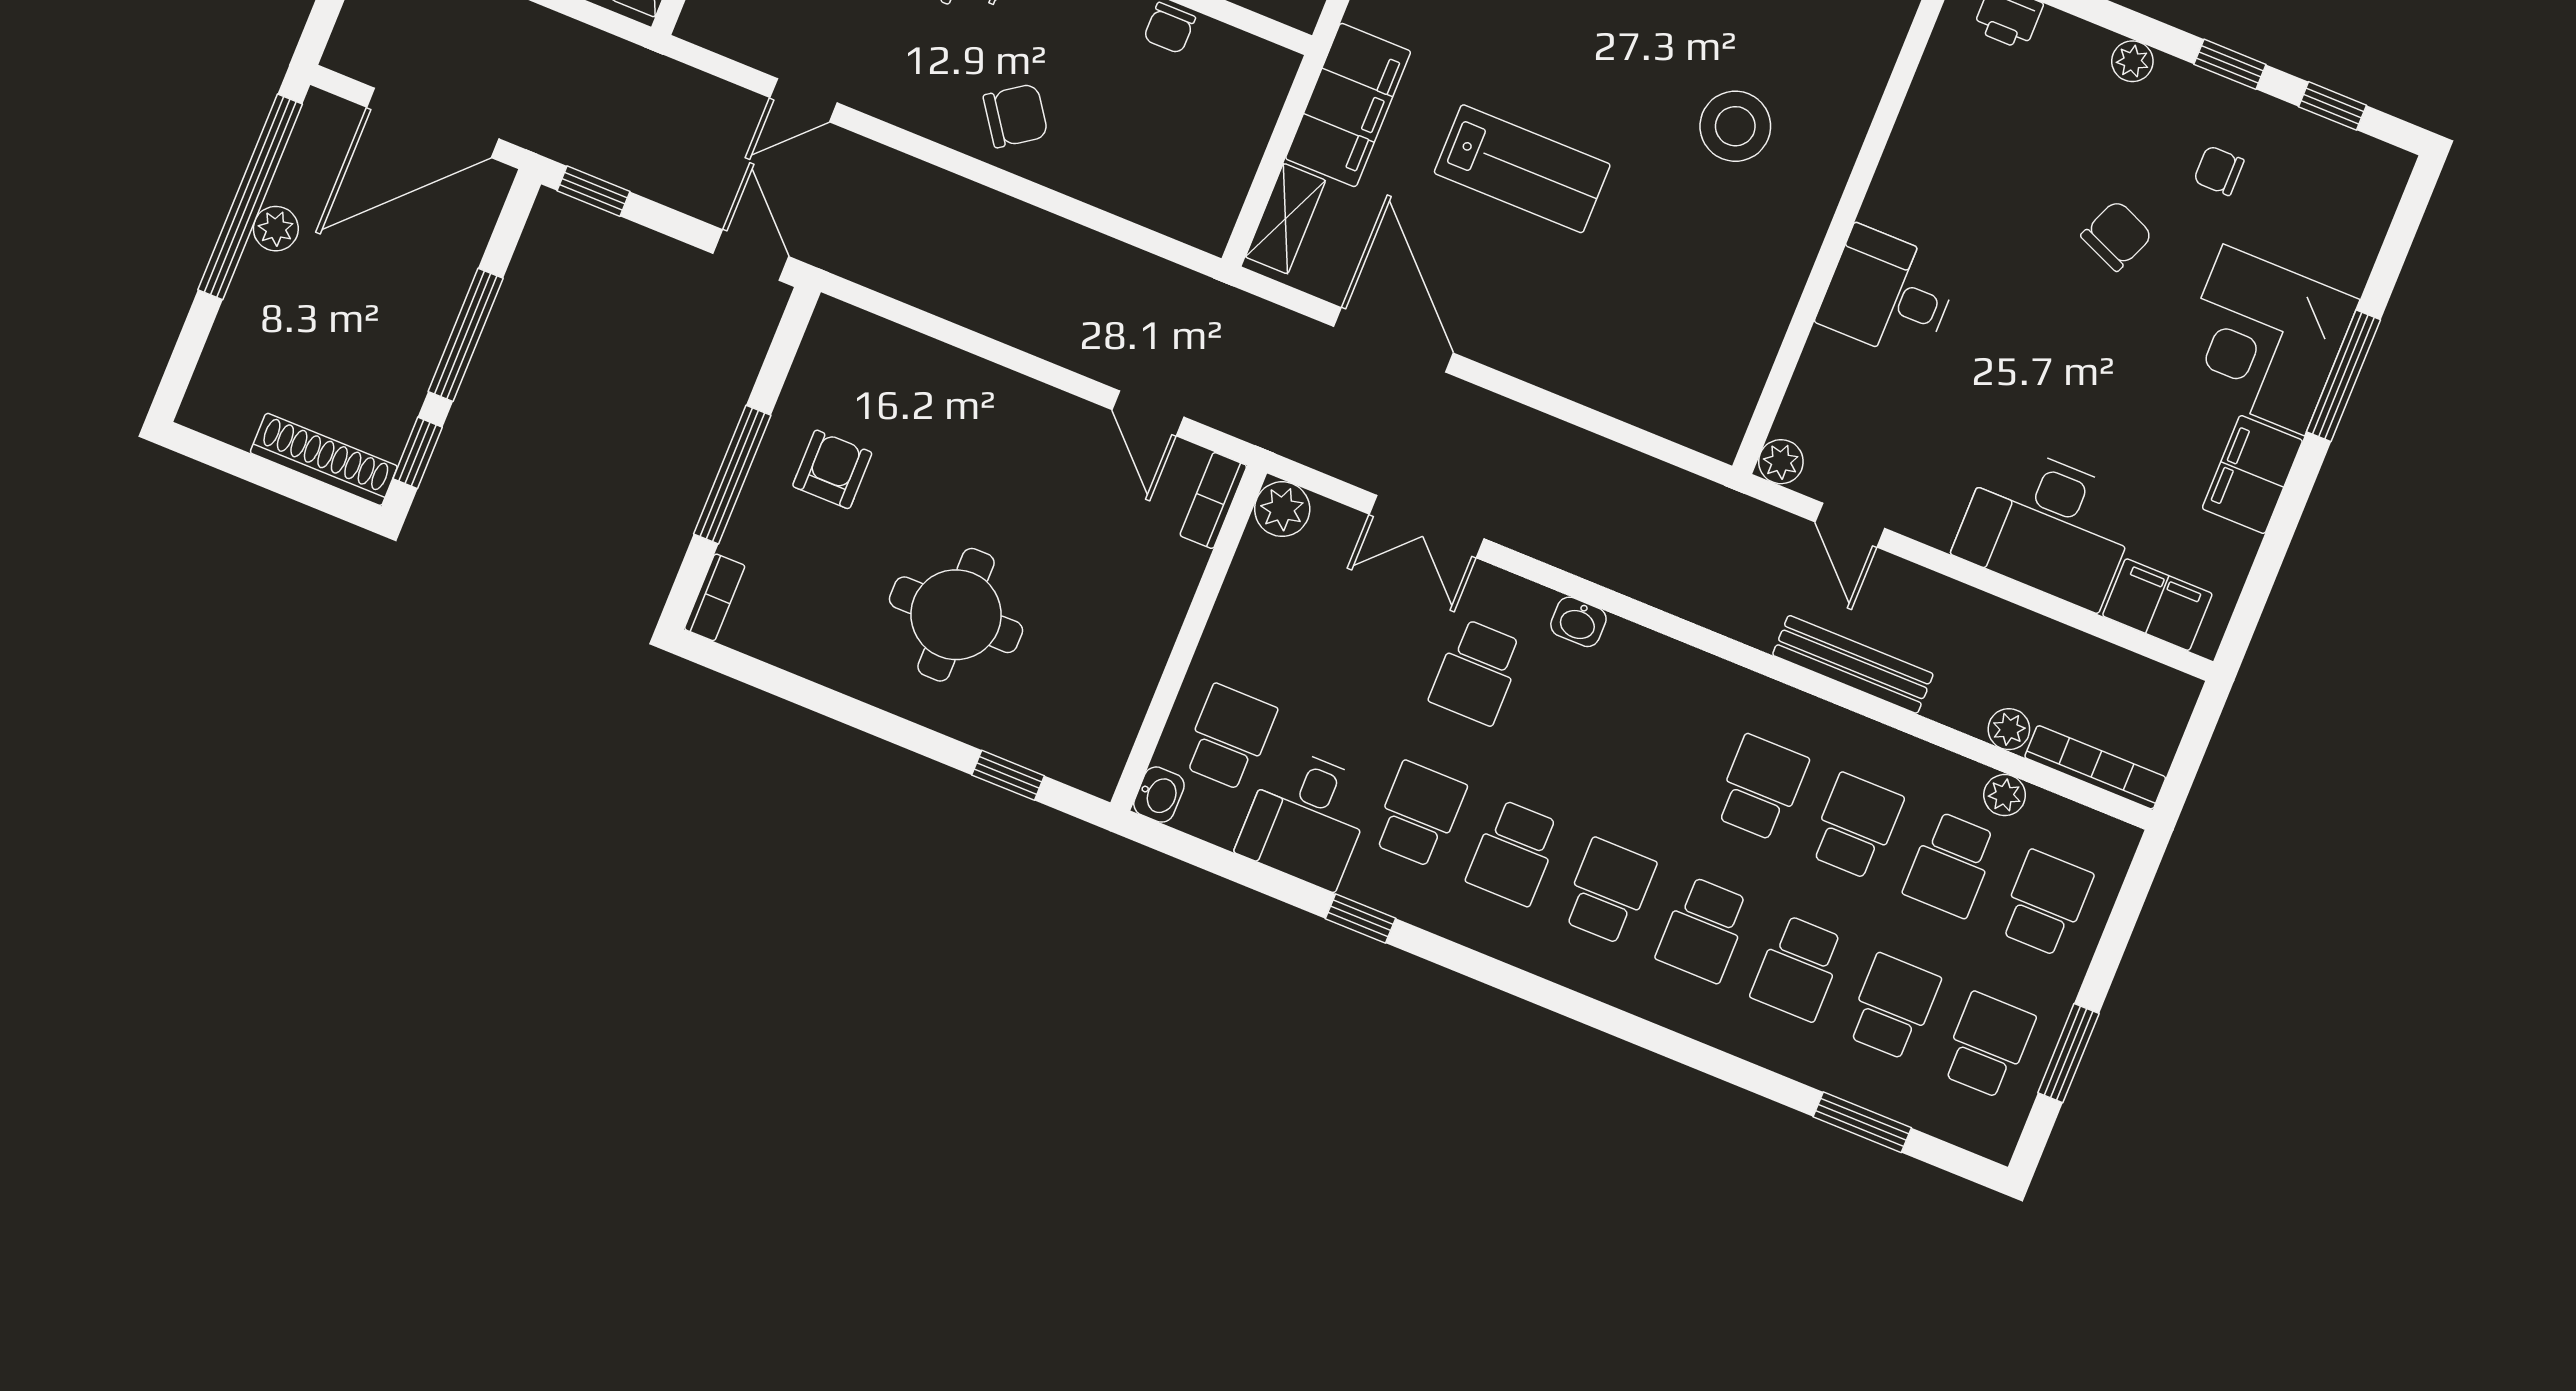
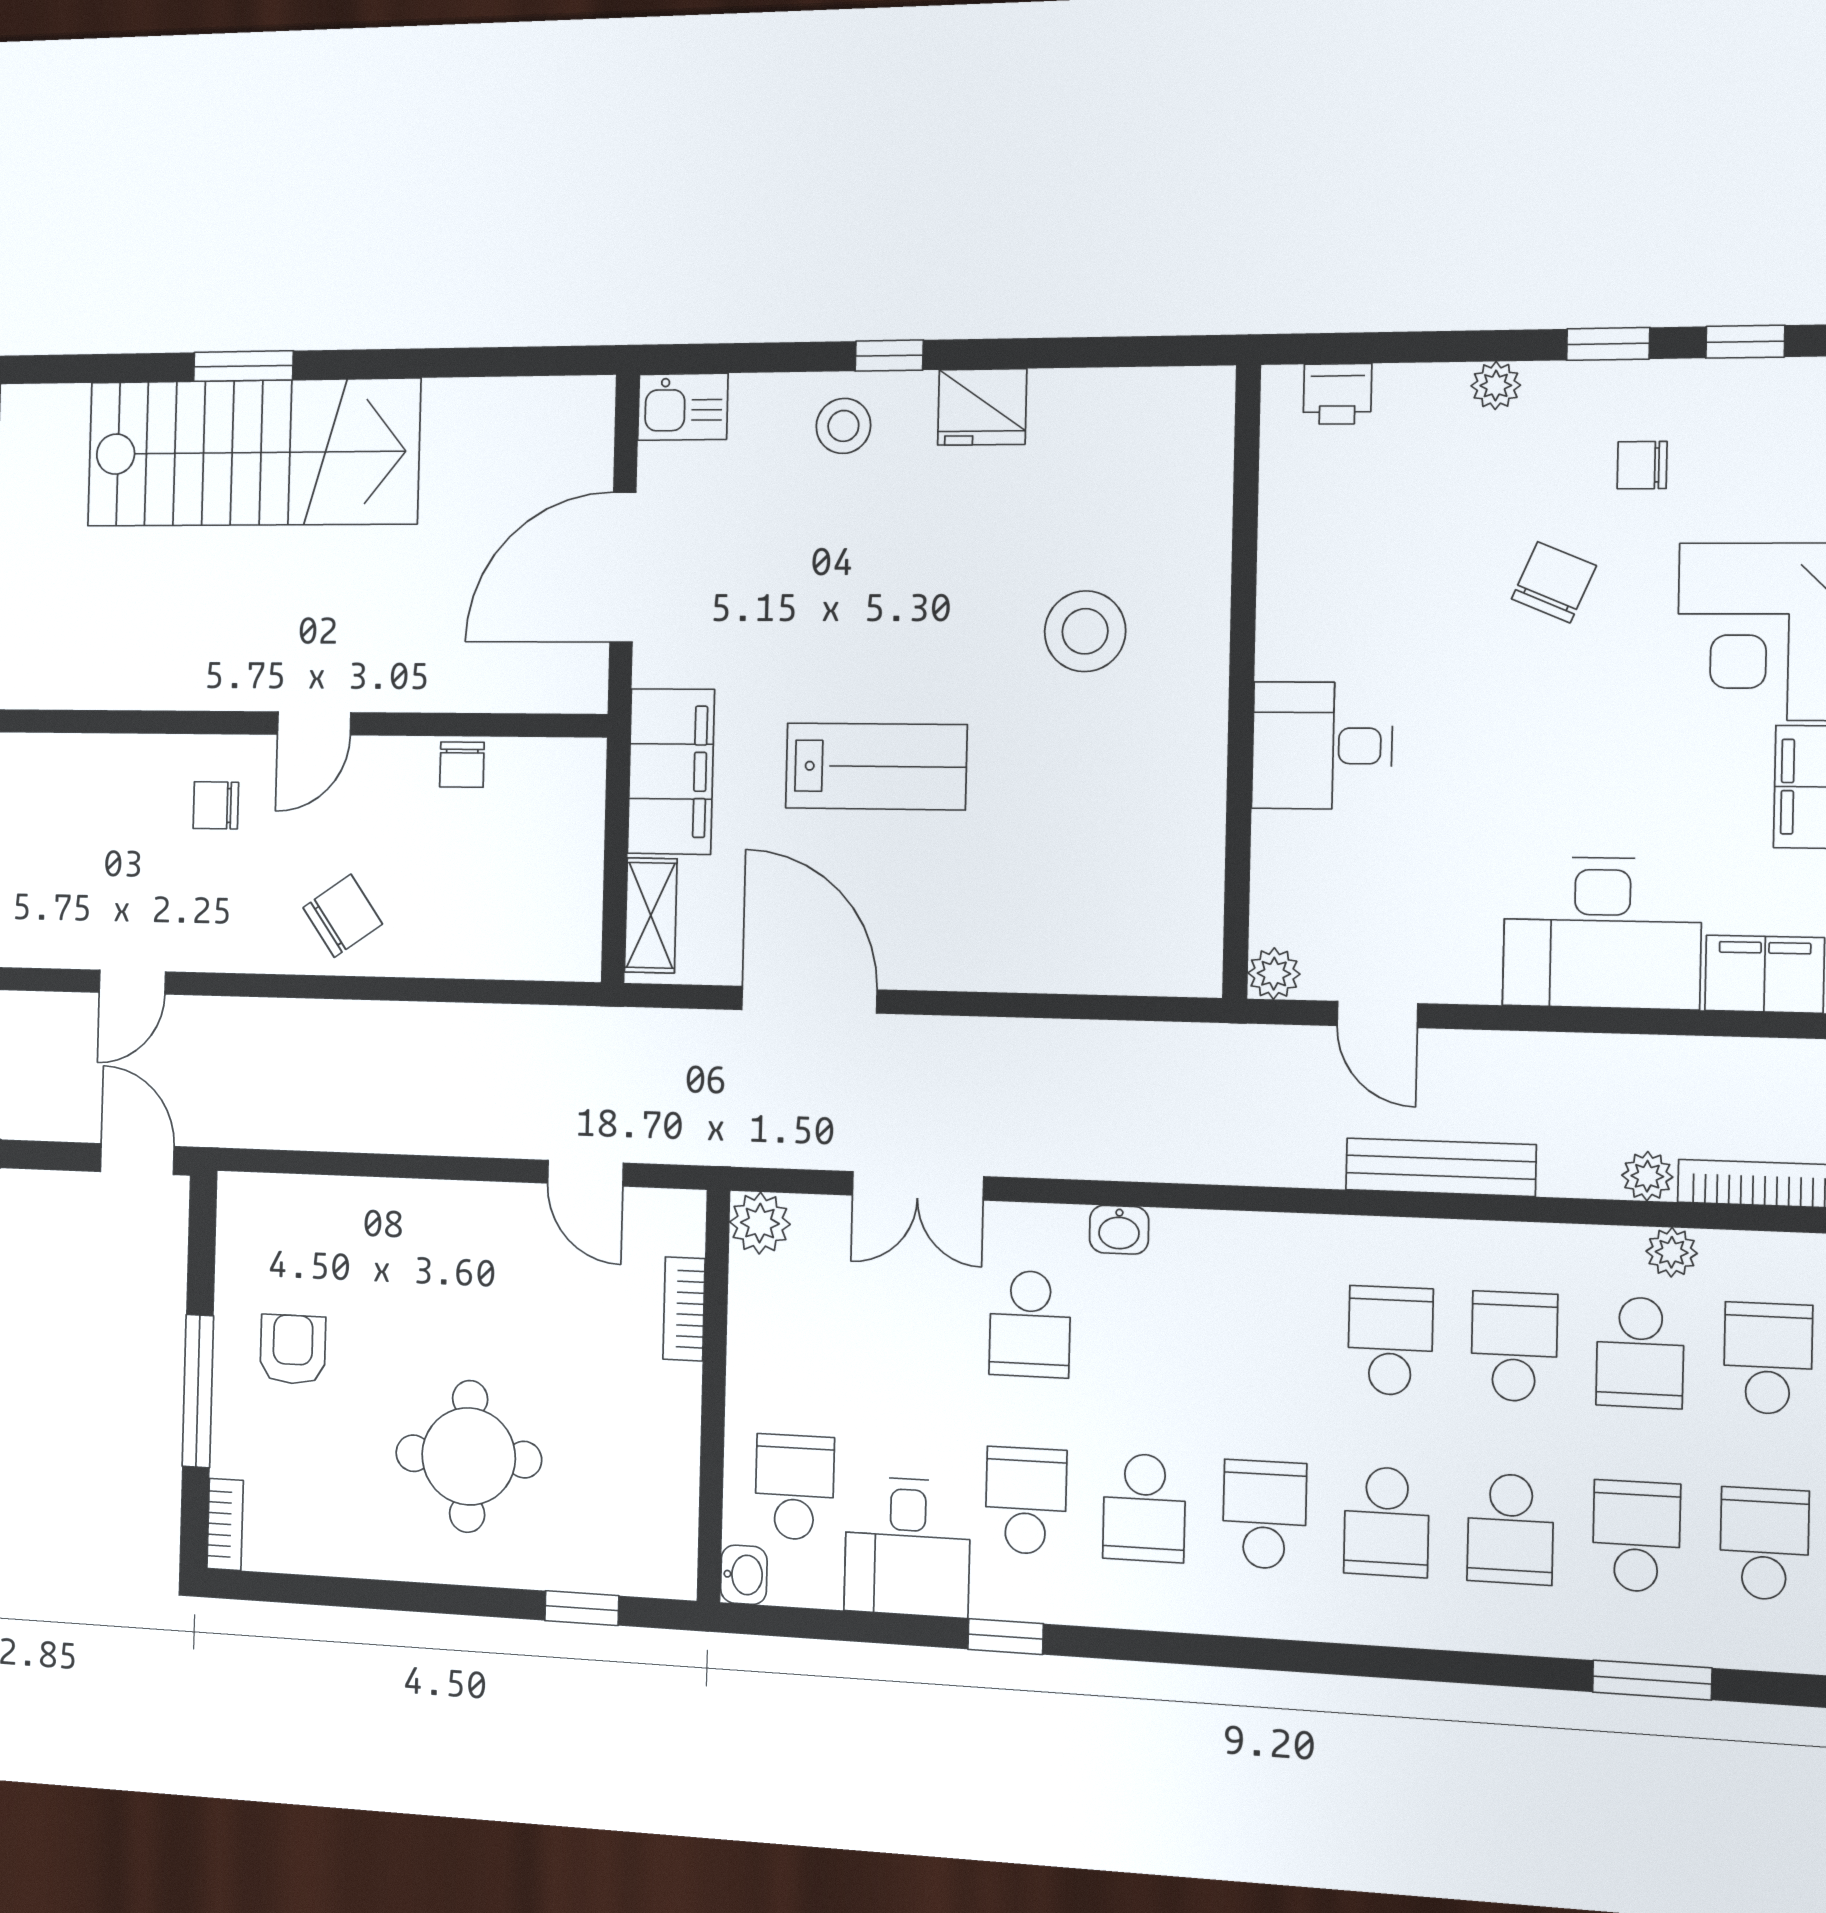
bookcase: (1213, 501) -> (684, 1309), moved

